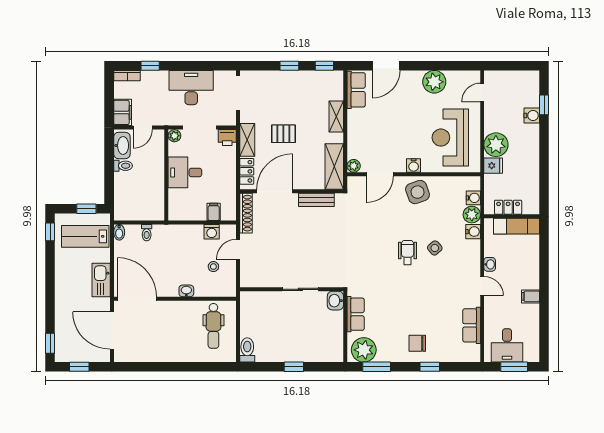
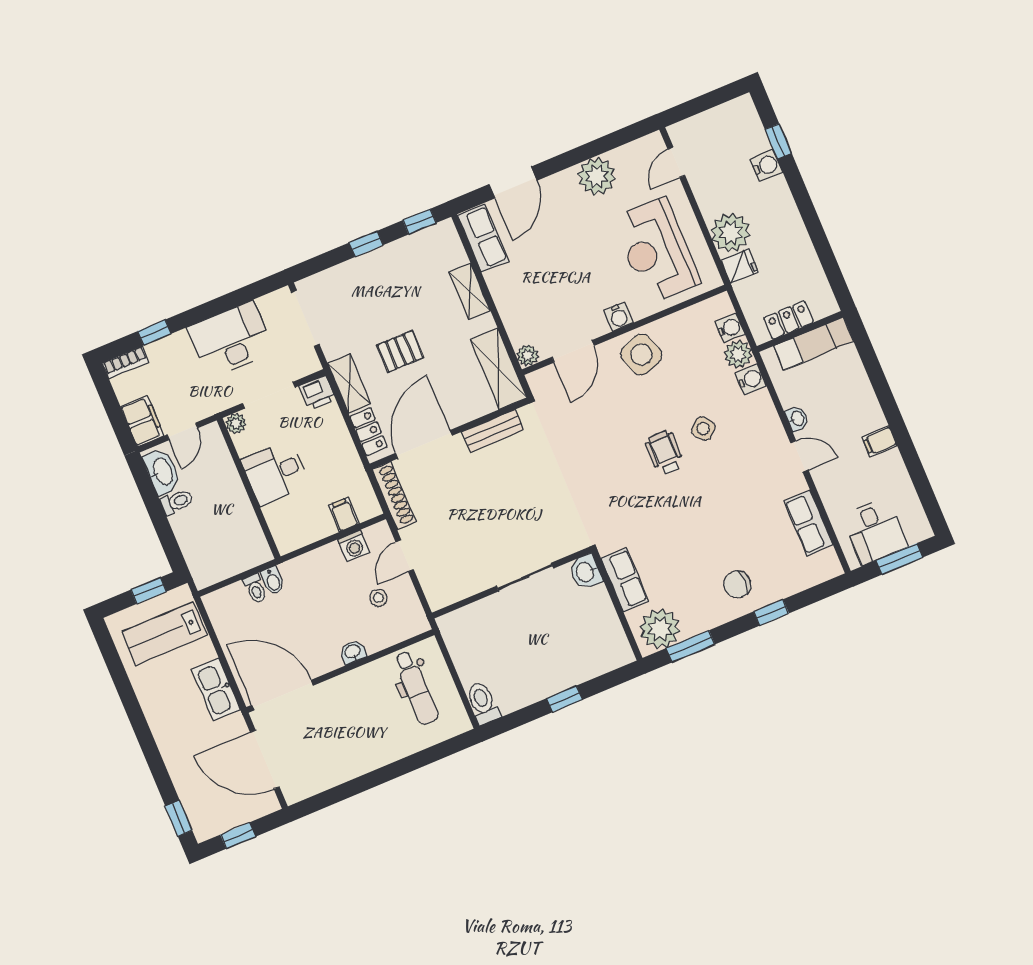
window: (50, 232) -> (108, 649), removed
bidet: (119, 232) -> (273, 581), moved

